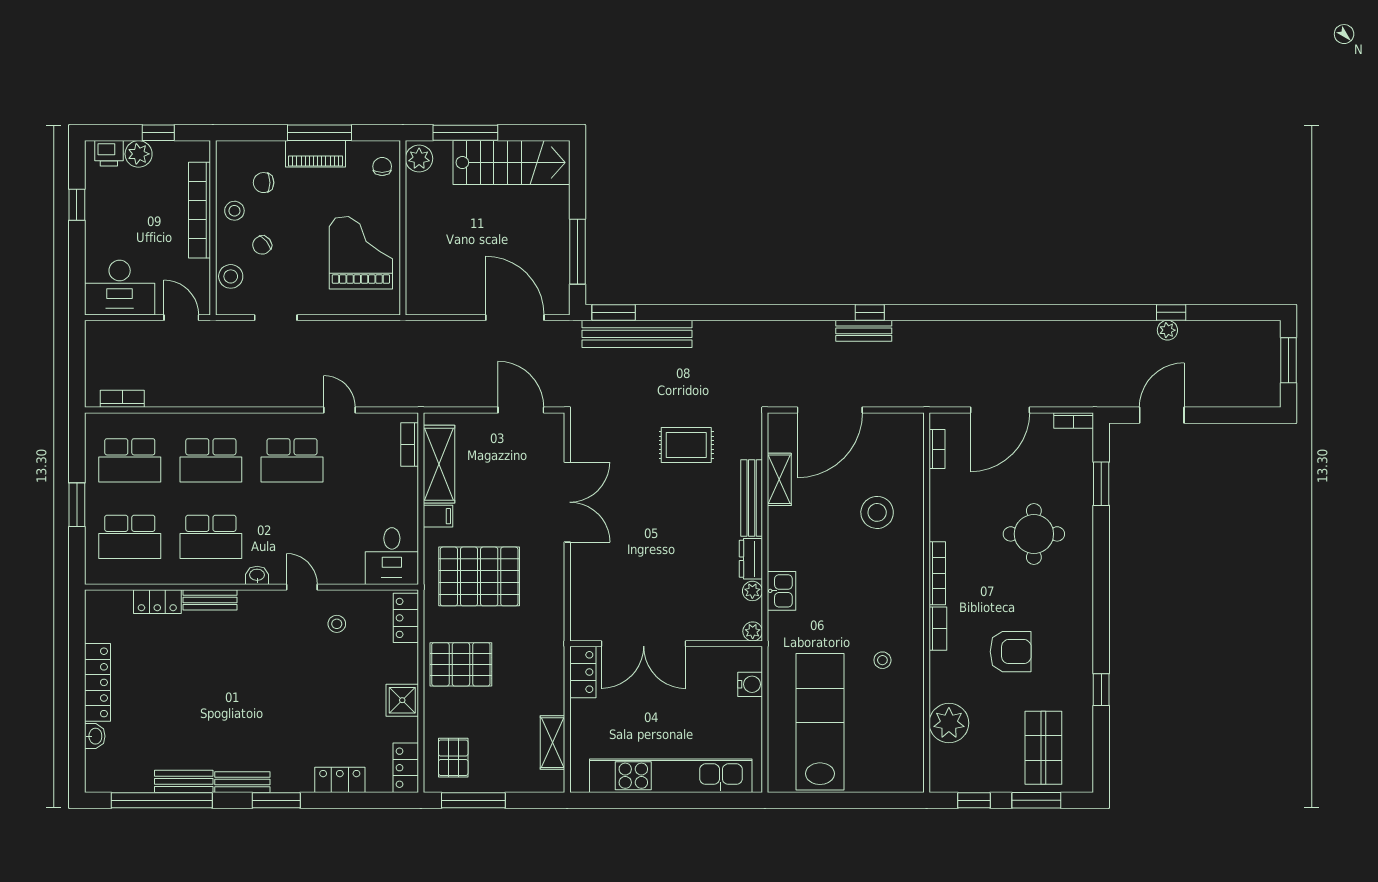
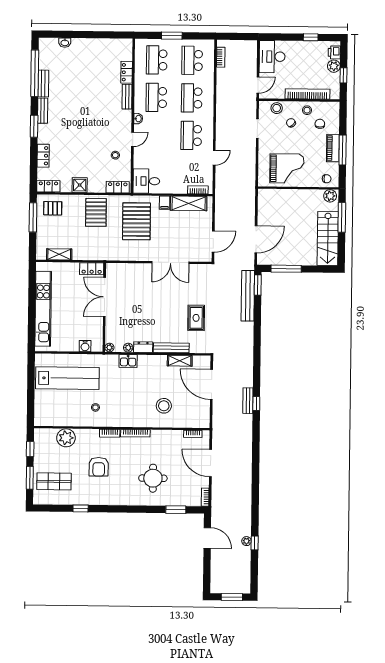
locker: (98, 682) -> (90, 44), removed

